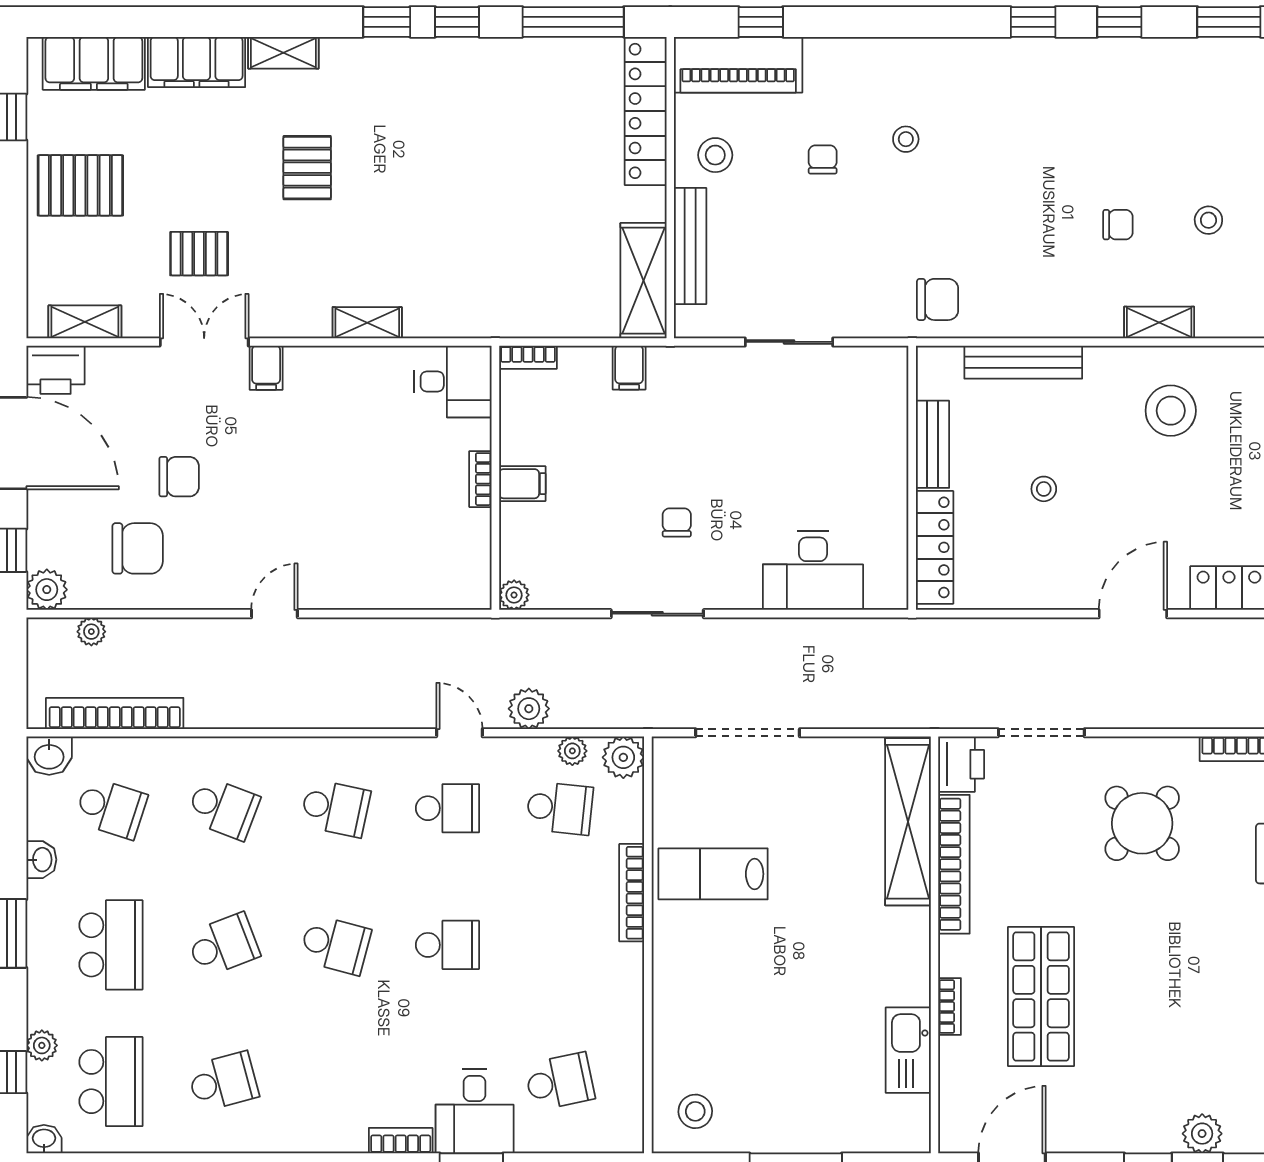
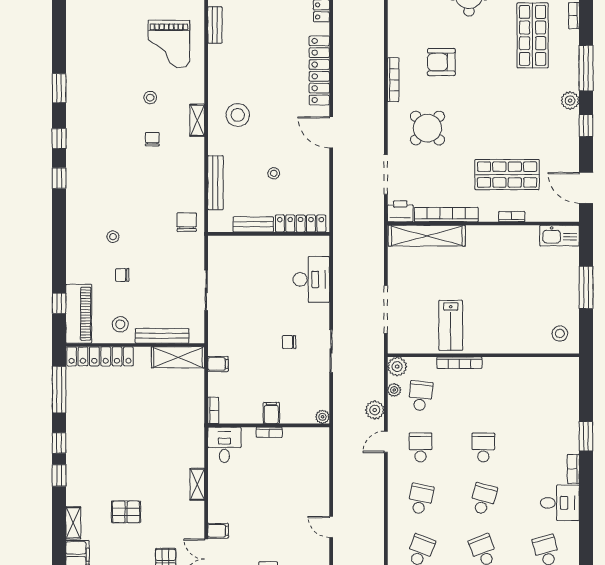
kitchen sink: (908, 1050) -> (559, 236), moved
school desk: (560, 1082) -> (546, 396), removed
desk: (475, 1111) -> (560, 503), moved

